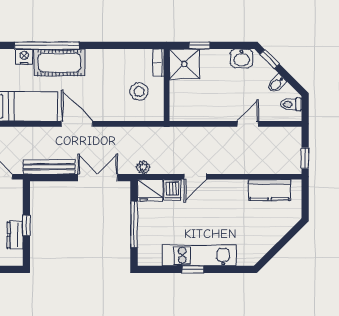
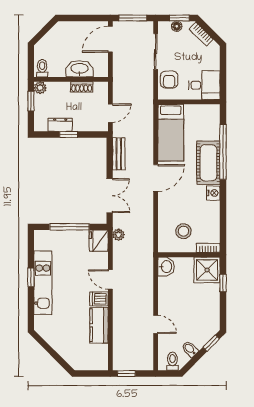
nightstand: (24, 57) -> (213, 193), moved
washbasin: (242, 58) -> (166, 267), moved, turned 180
bench: (49, 167) -> (119, 154), width x0.73
dishwasher: (172, 190) -> (99, 299), moved
kitchen counter: (270, 190) -> (99, 325), moved

